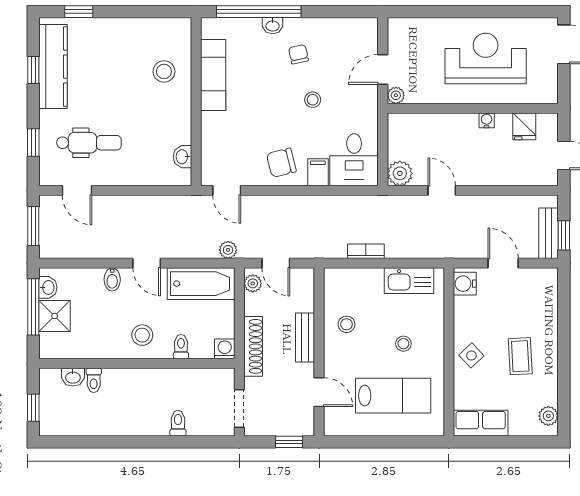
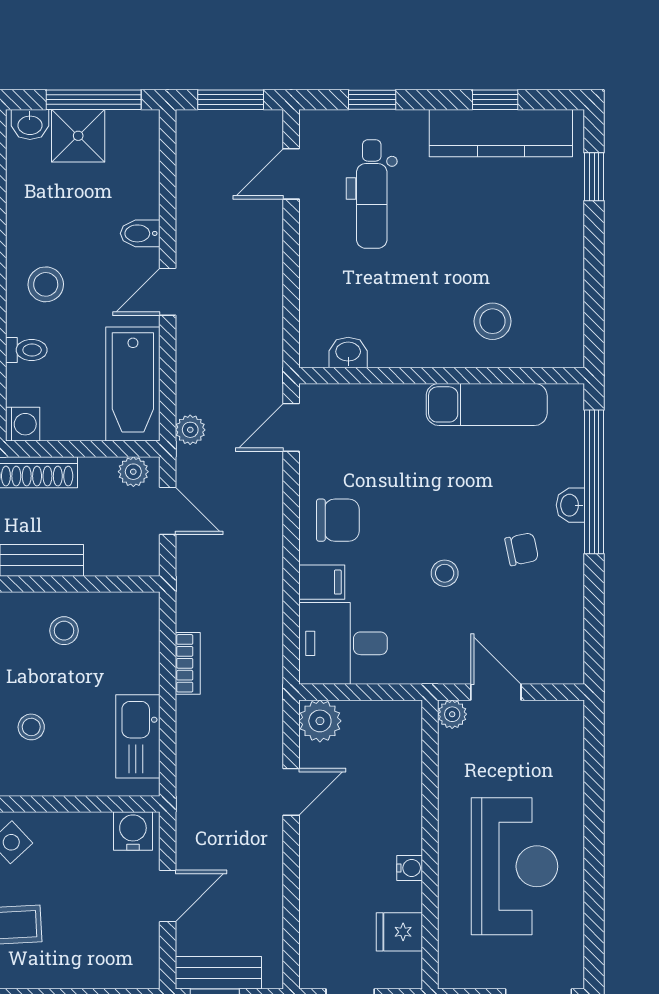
chair: (281, 163) -> (338, 520), turned 104
door: (276, 263) -> (168, 511), swing flipped
washbasin: (48, 287) -> (30, 124), moved

